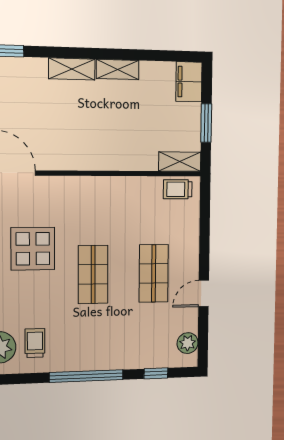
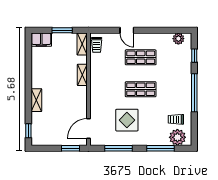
shelving: (118, 69) -> (82, 75), moved
door: (204, 293) -> (127, 30), moved

